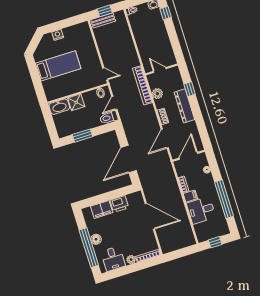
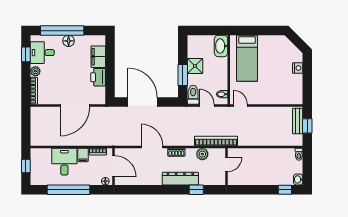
bed: (58, 66) -> (247, 58), moved
door: (105, 74) -> (240, 105), swing flipped
shower: (76, 102) -> (195, 66), moved
window: (83, 136) -> (183, 75), moved
door: (188, 156) -> (114, 166), moved
wall: (189, 156) -> (114, 167), moved
window: (119, 272) -> (26, 54), added

